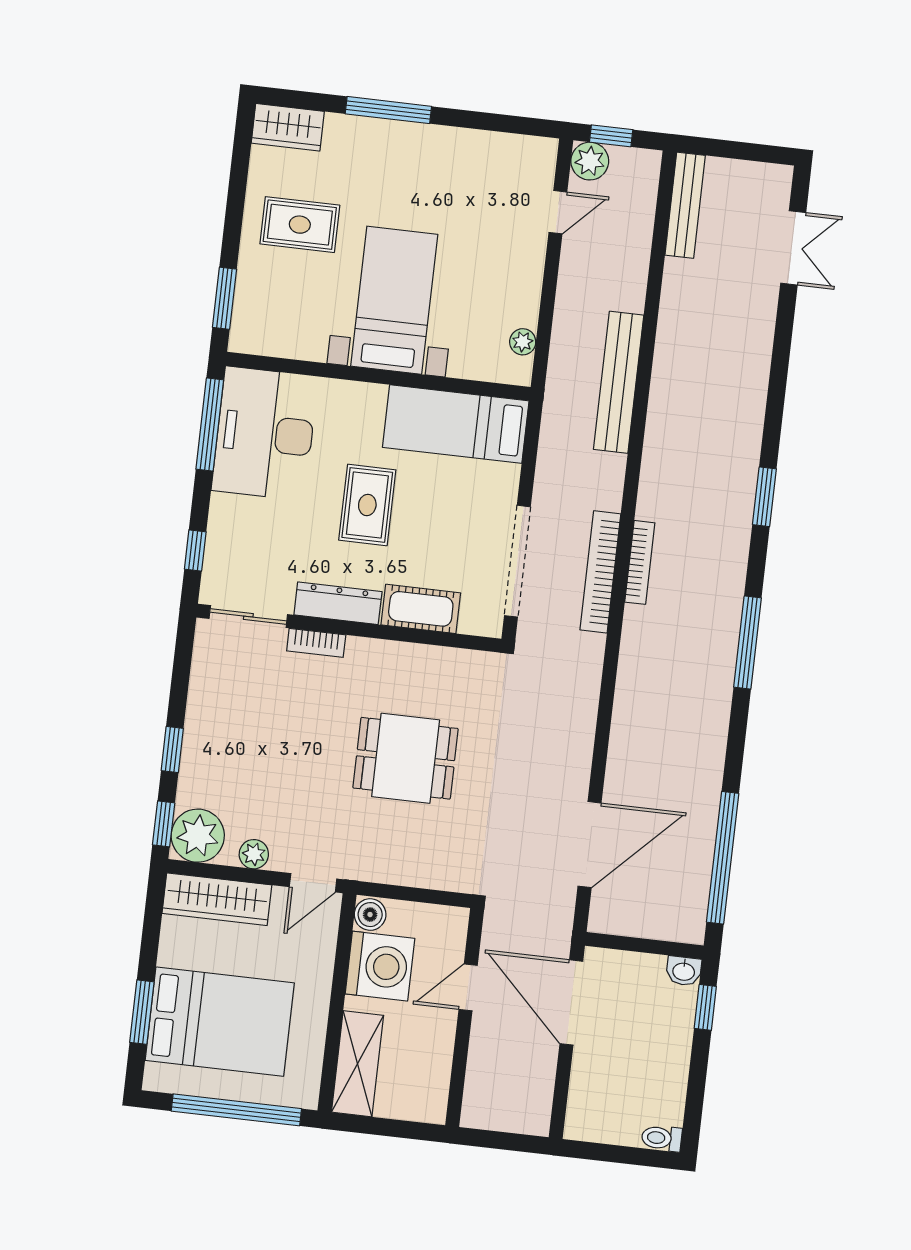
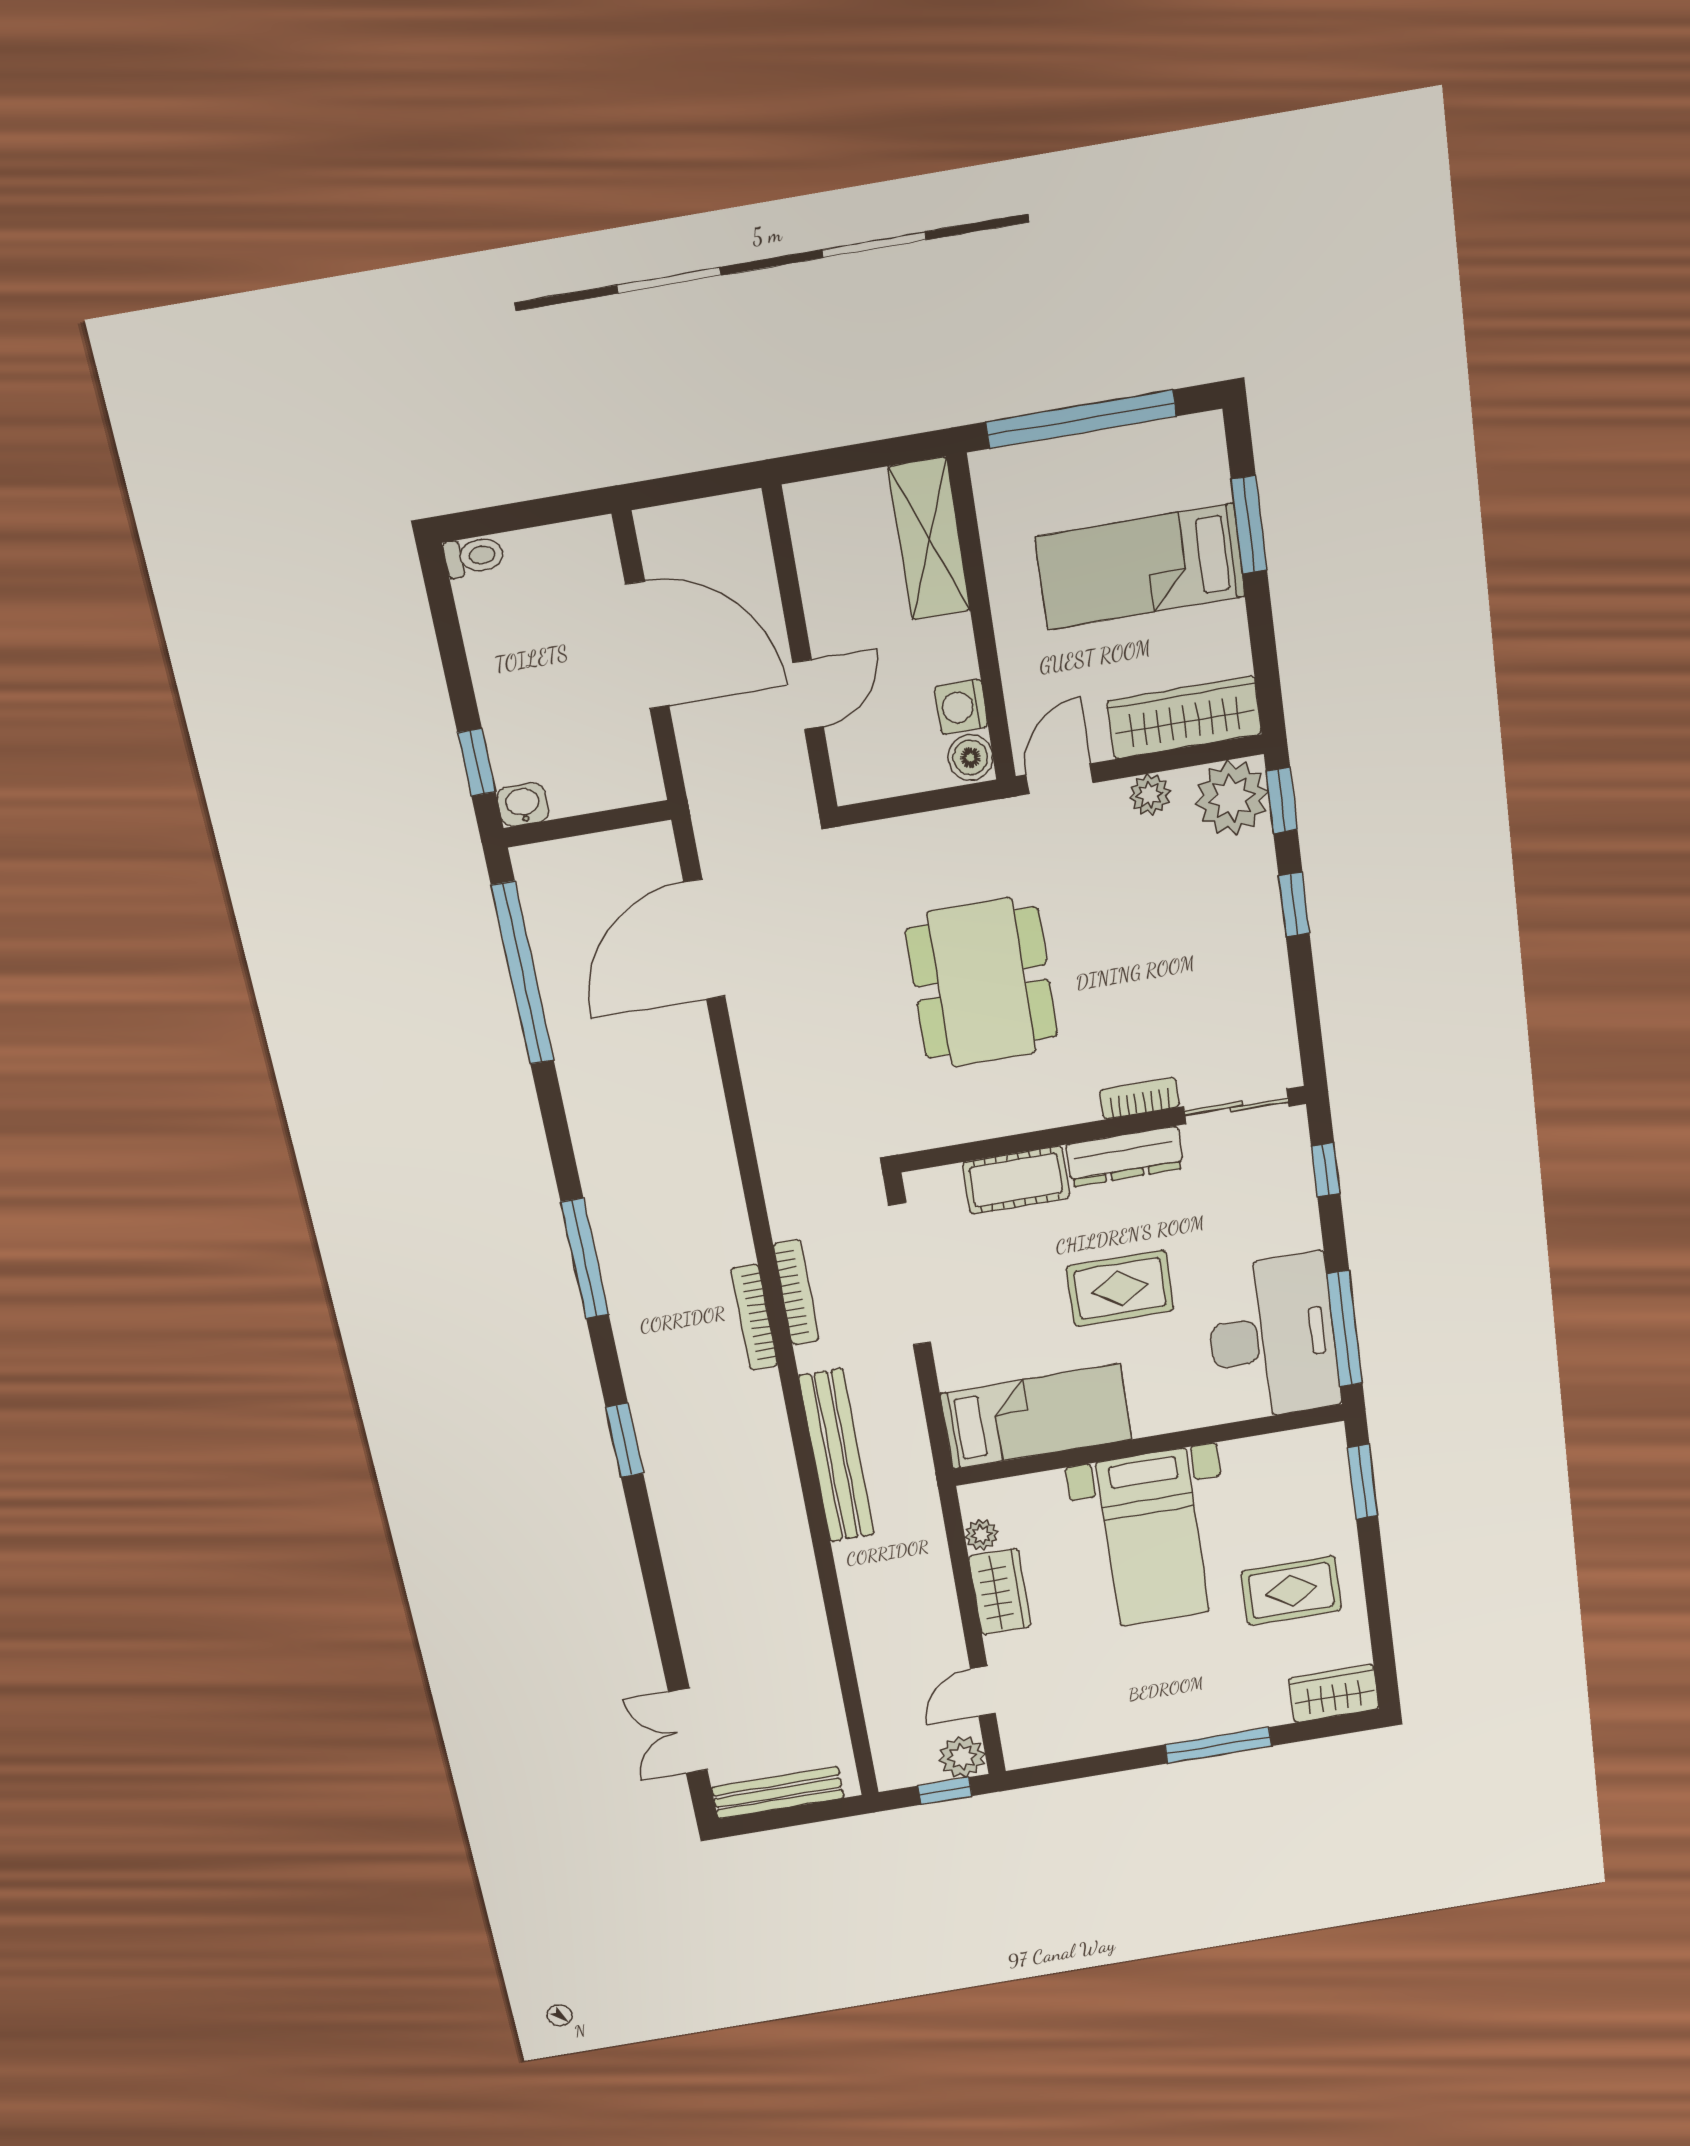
bench: (685, 205) -> (778, 1793), moved, turned 90
wardrobe: (522, 291) -> (1000, 1592), added
bench: (619, 382) -> (837, 1456), moved
rug: (367, 505) -> (1120, 1288), turned 90
bookcase: (600, 572) -> (796, 1292), width x0.68, depth x0.76
dining table: (406, 758) -> (982, 983), width x1.37
washing machine: (380, 966) -> (961, 707), width x0.53, depth x0.53
door: (571, 1002) -> (647, 645), moved
bed: (220, 1022) -> (1140, 567), width x0.67

